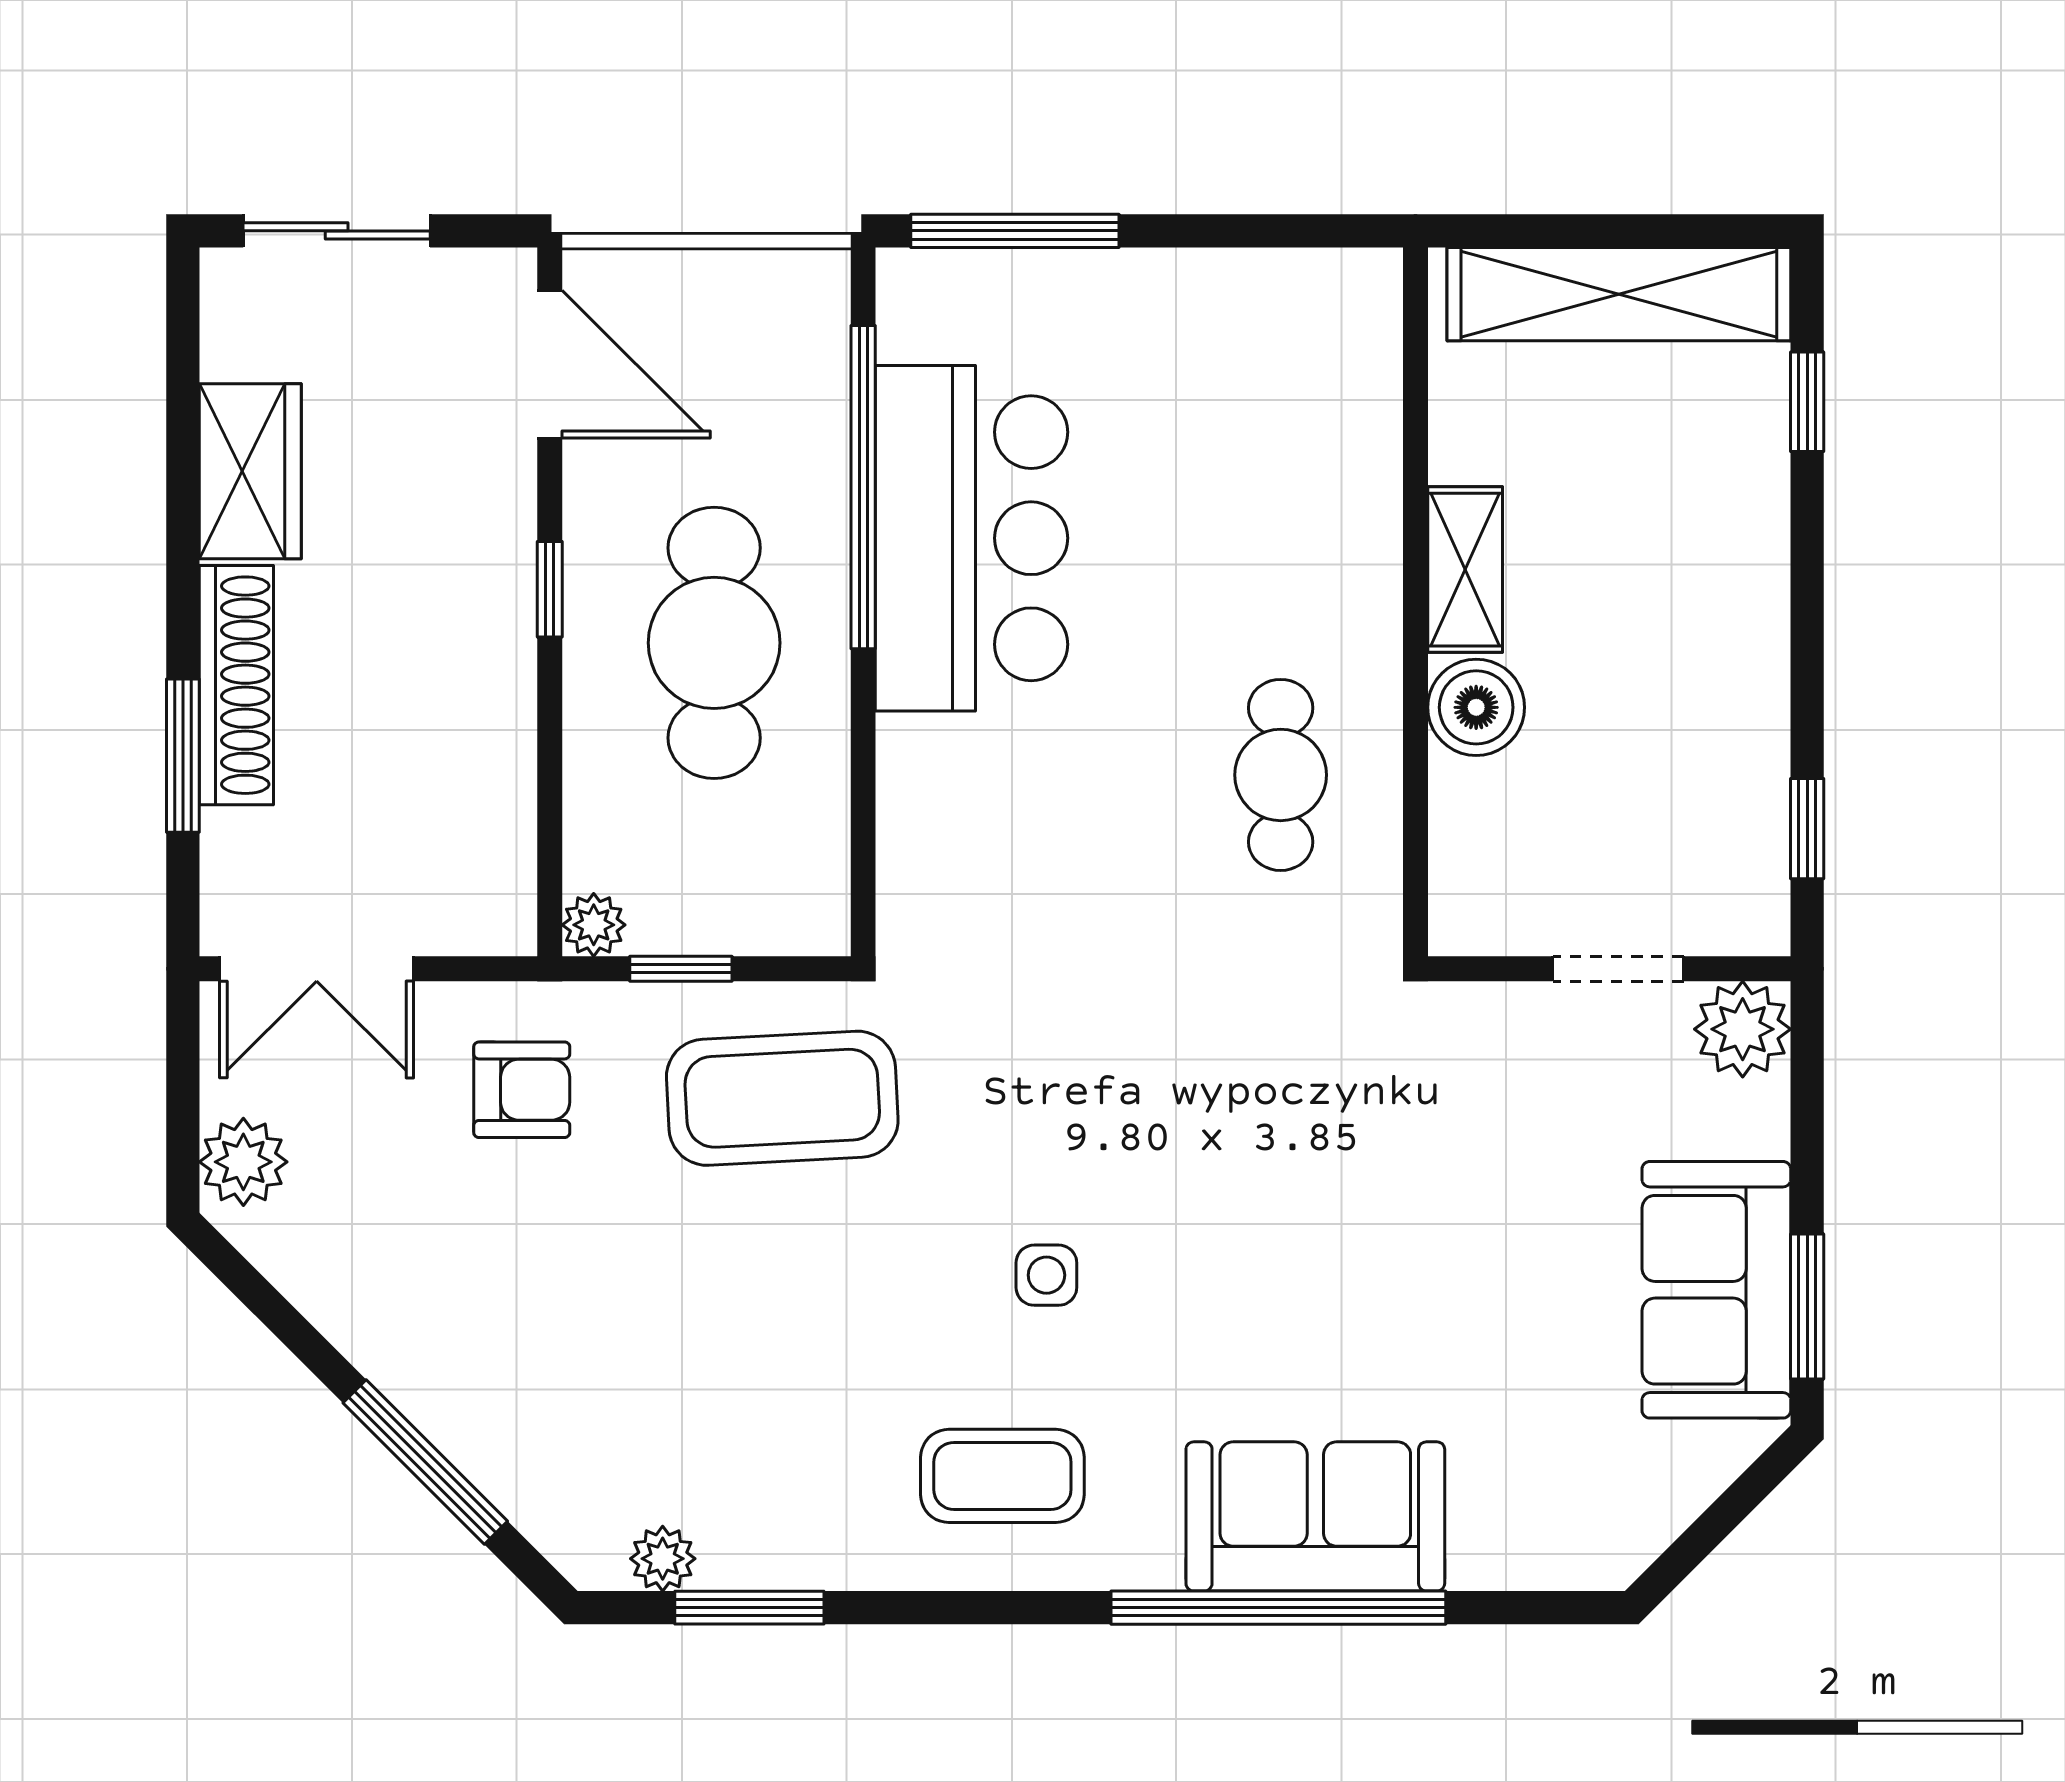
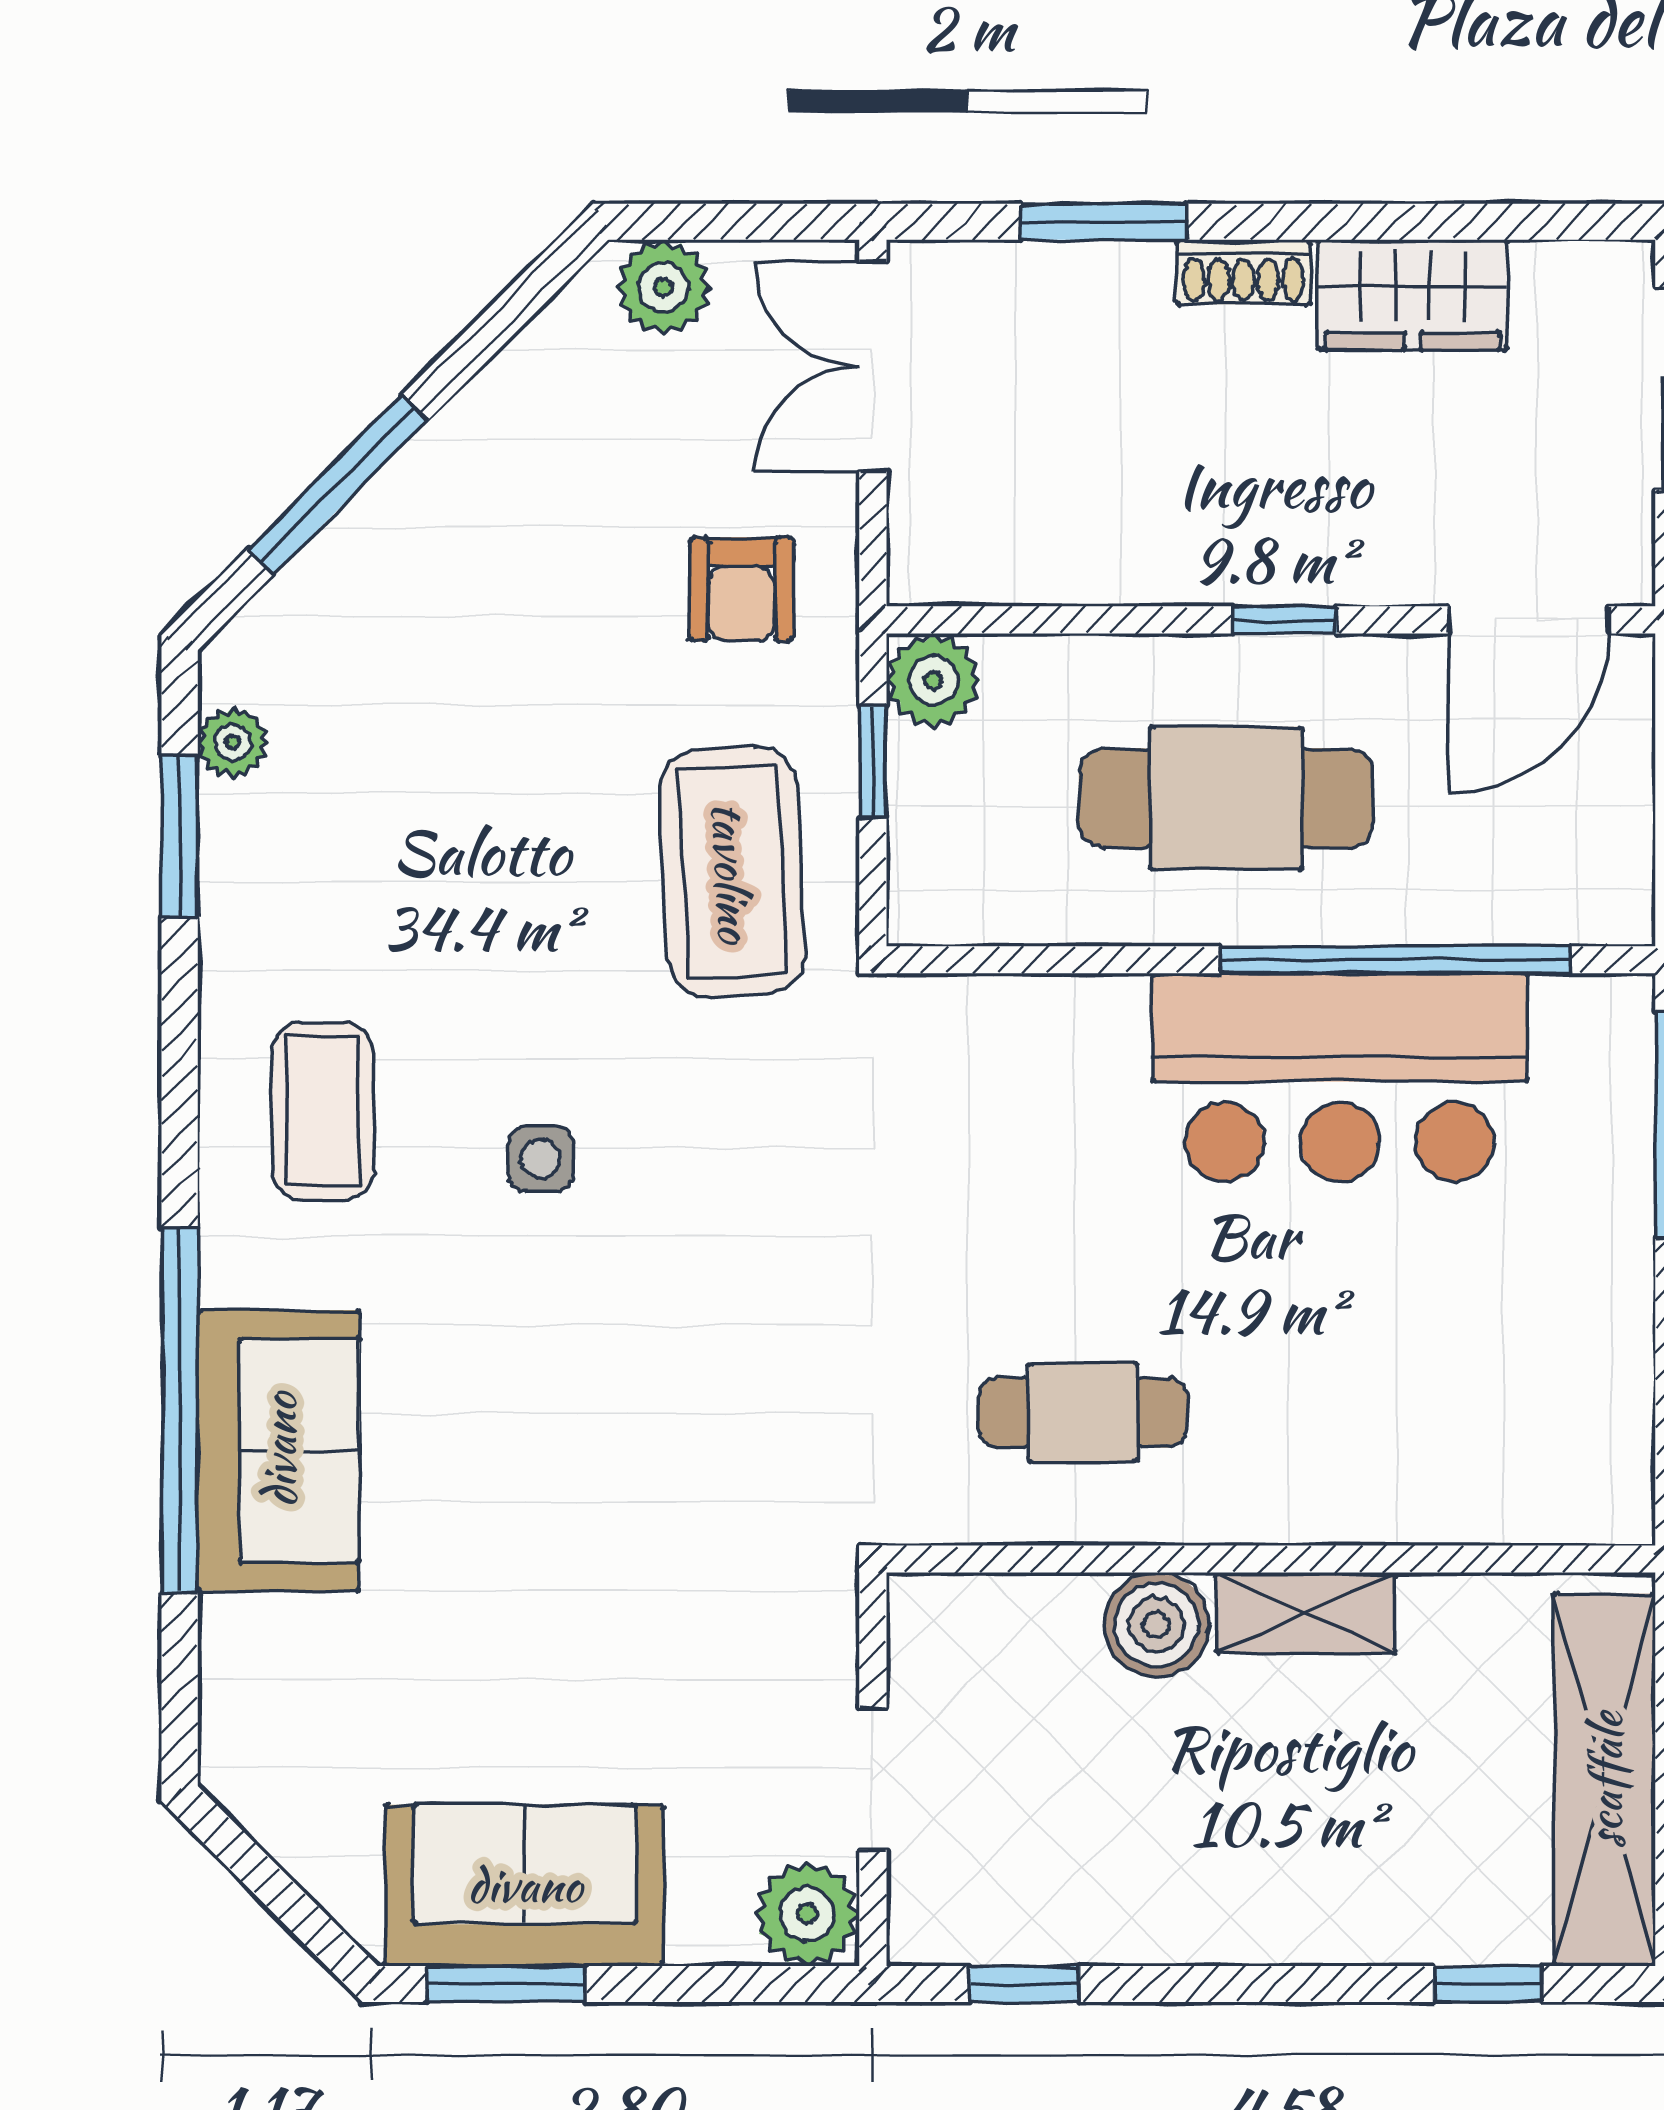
shoe rack: (236, 685) -> (1243, 272), width x0.51, depth x0.81
plant: (594, 925) -> (933, 680), width x1.38, depth x1.38

